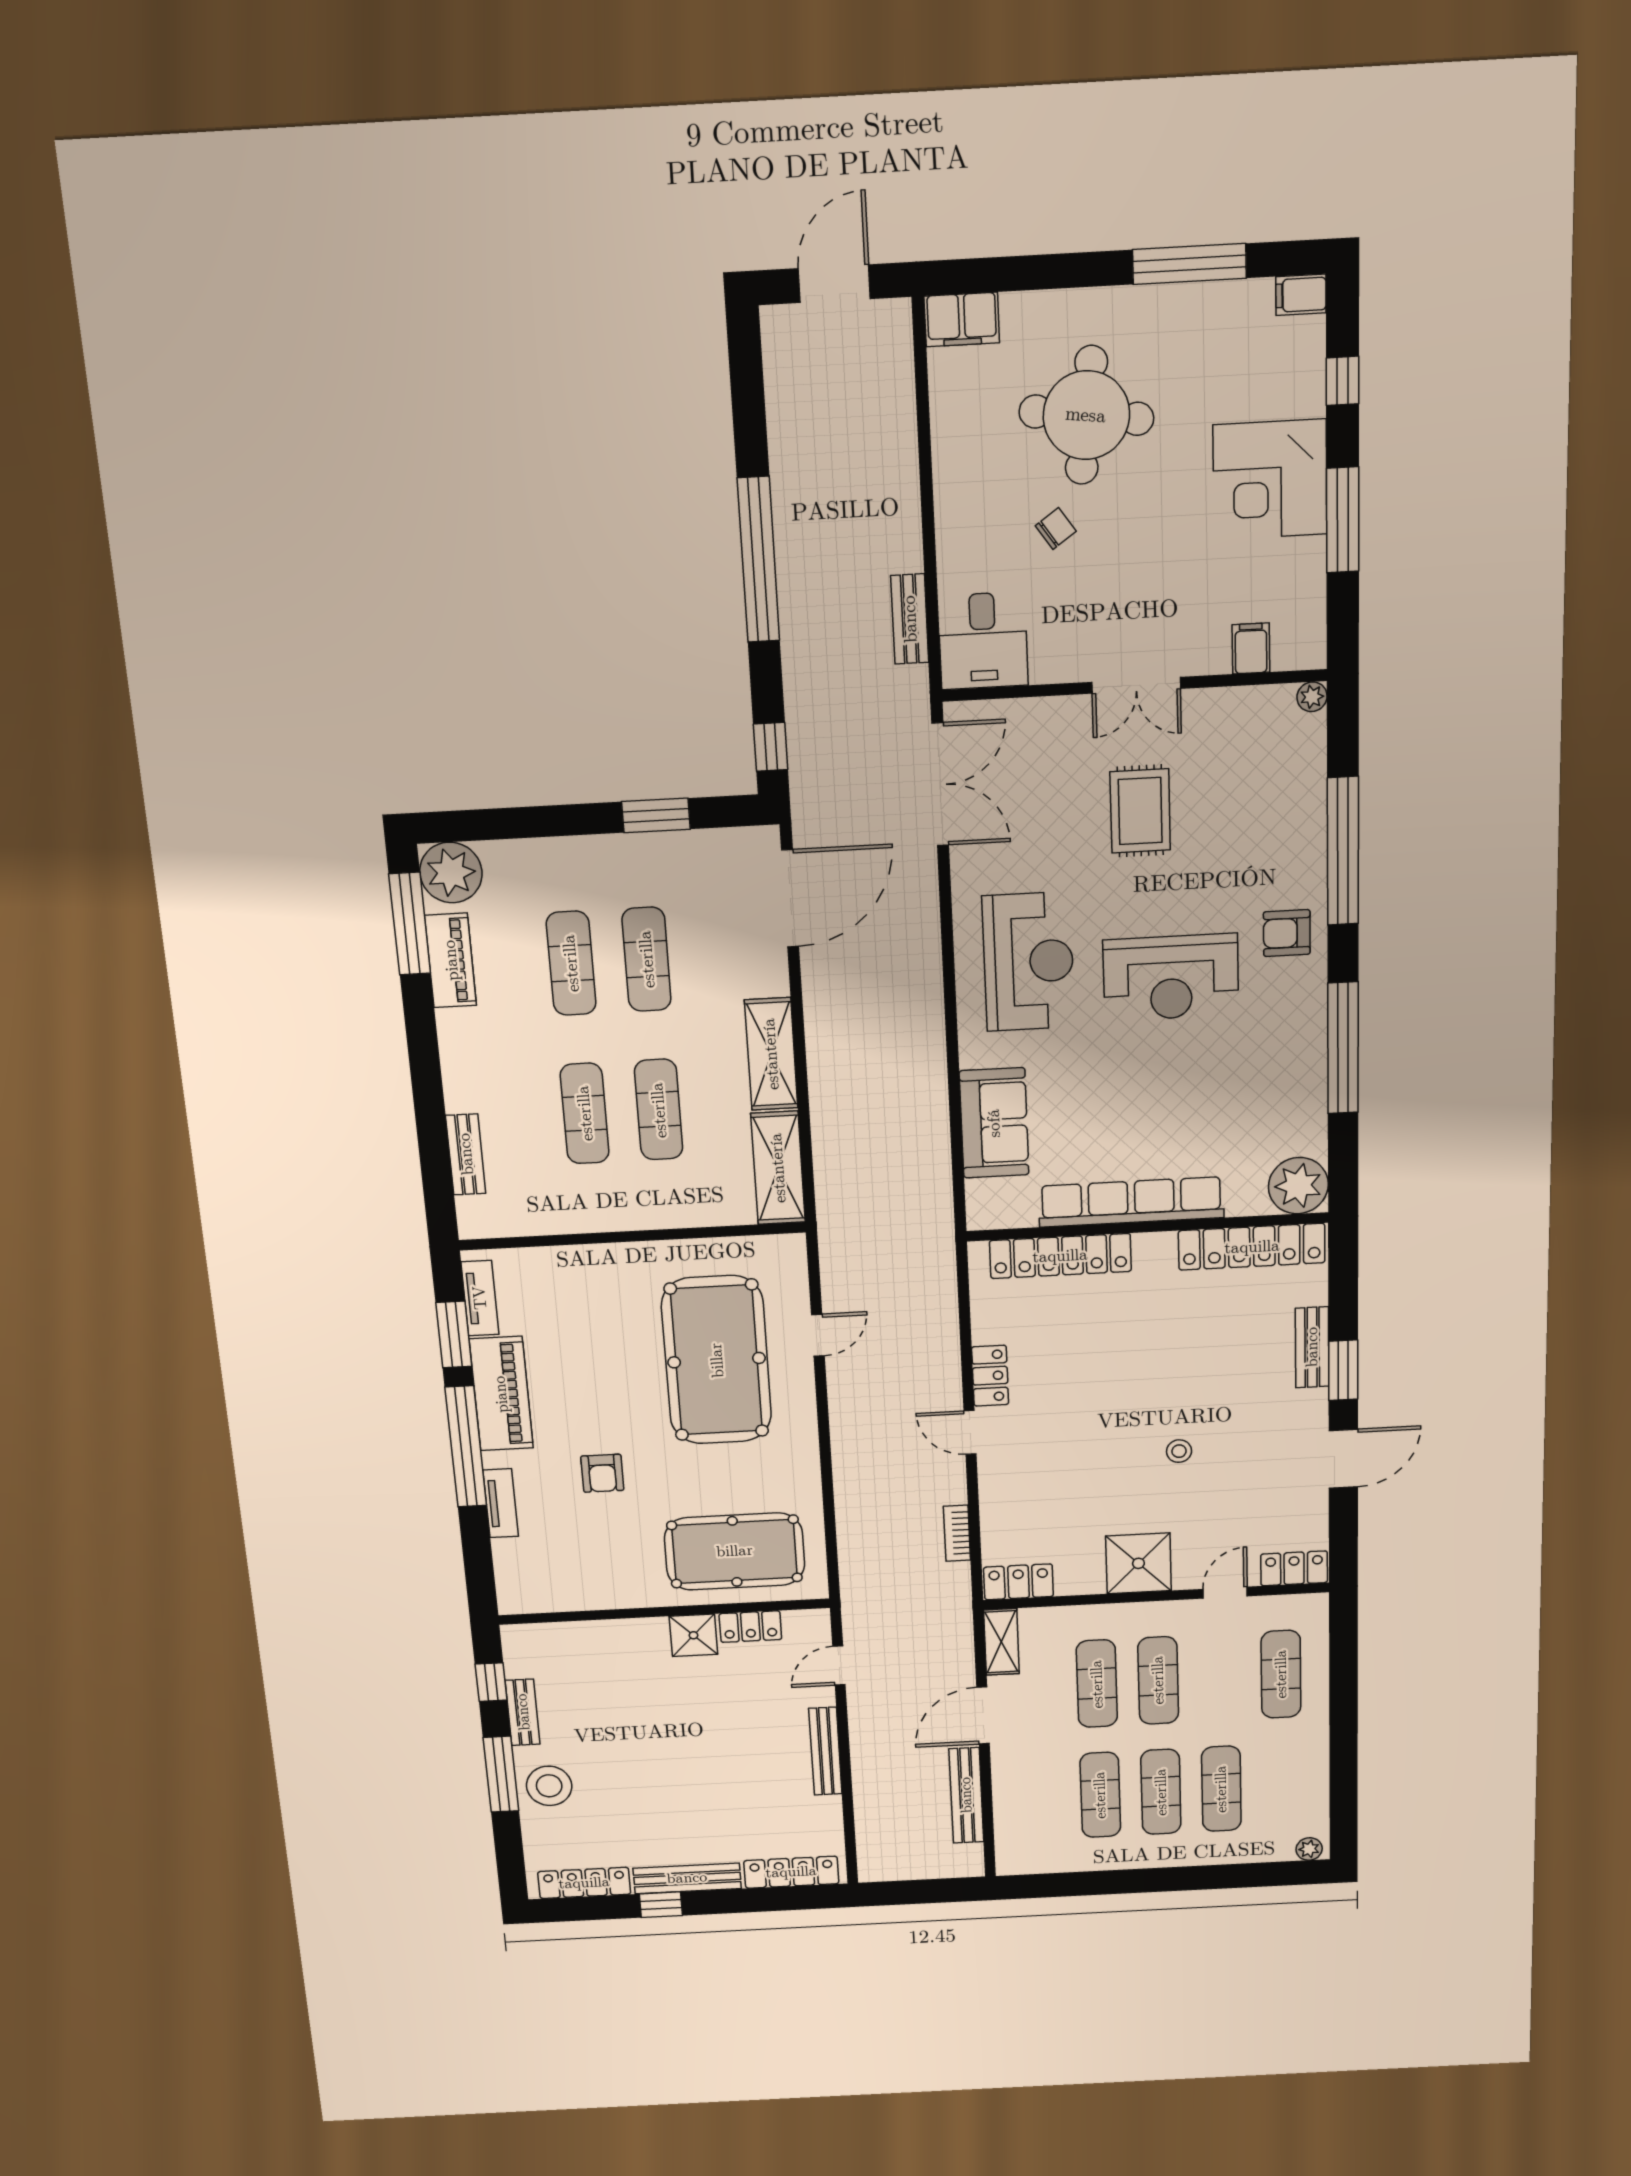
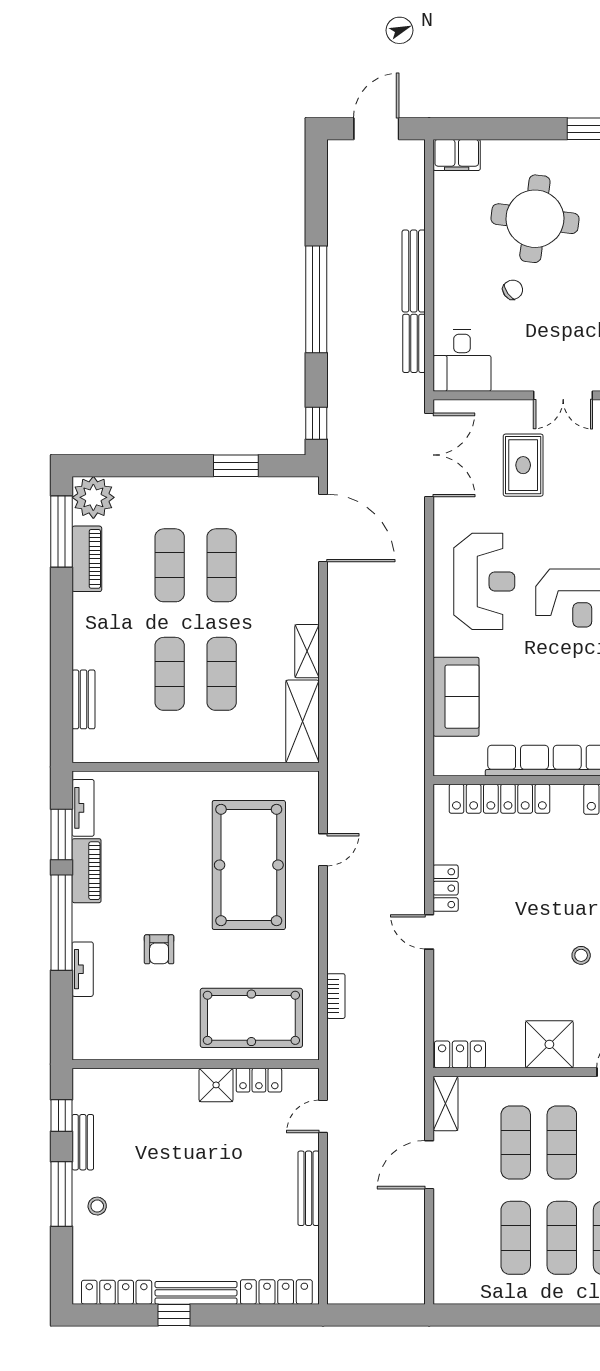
rug: (1140, 811) -> (523, 465), moved
door: (790, 898) -> (323, 528), hinge flipped
shelving: (771, 1054) -> (307, 651), width x0.67, depth x0.75
piano: (501, 1394) -> (87, 871), width x0.73, depth x0.75
bookcase: (957, 1533) -> (336, 996), moved, turned 180
stool: (549, 1786) -> (97, 1206), width x0.53, depth x0.53
bench: (966, 1795) -> (414, 271), moved

